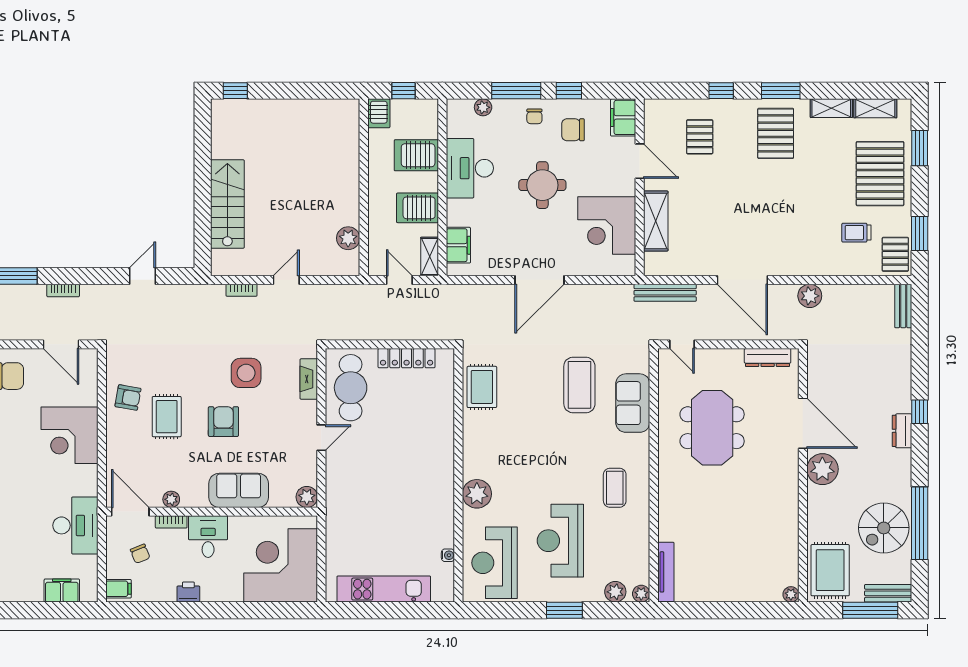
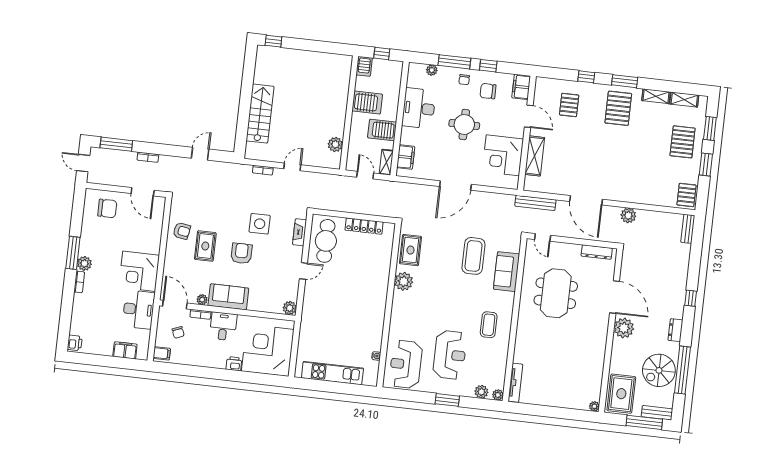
server rack: (416, 155) -> (367, 103), moved, turned 180
pallet: (880, 174) -> (683, 142), width x0.73, depth x0.71
trolley: (856, 233) -> (663, 178), removed
window: (920, 233) -> (706, 165), moved
dresser: (902, 431) -> (675, 330), moved
corner desk: (70, 435) -> (139, 271), moved
sofa: (239, 490) -> (228, 297), moved
plant: (477, 494) -> (404, 281), moved
reception desk: (560, 541) -> (450, 355), turned 180
printer: (188, 592) -> (234, 364), moved

